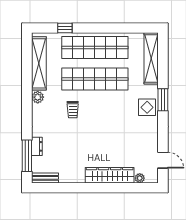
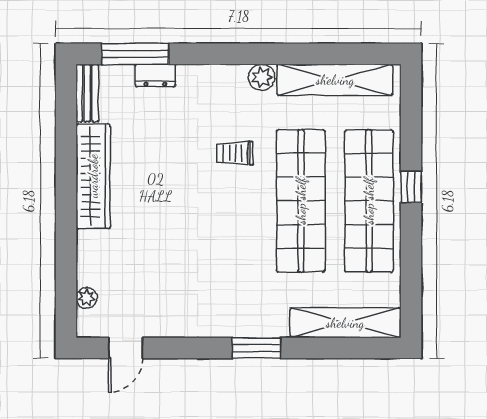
window: (65, 28) -> (411, 187), moved
display table: (147, 107) -> (240, 314), removed
wardrobe: (110, 175) -> (93, 176), moved

